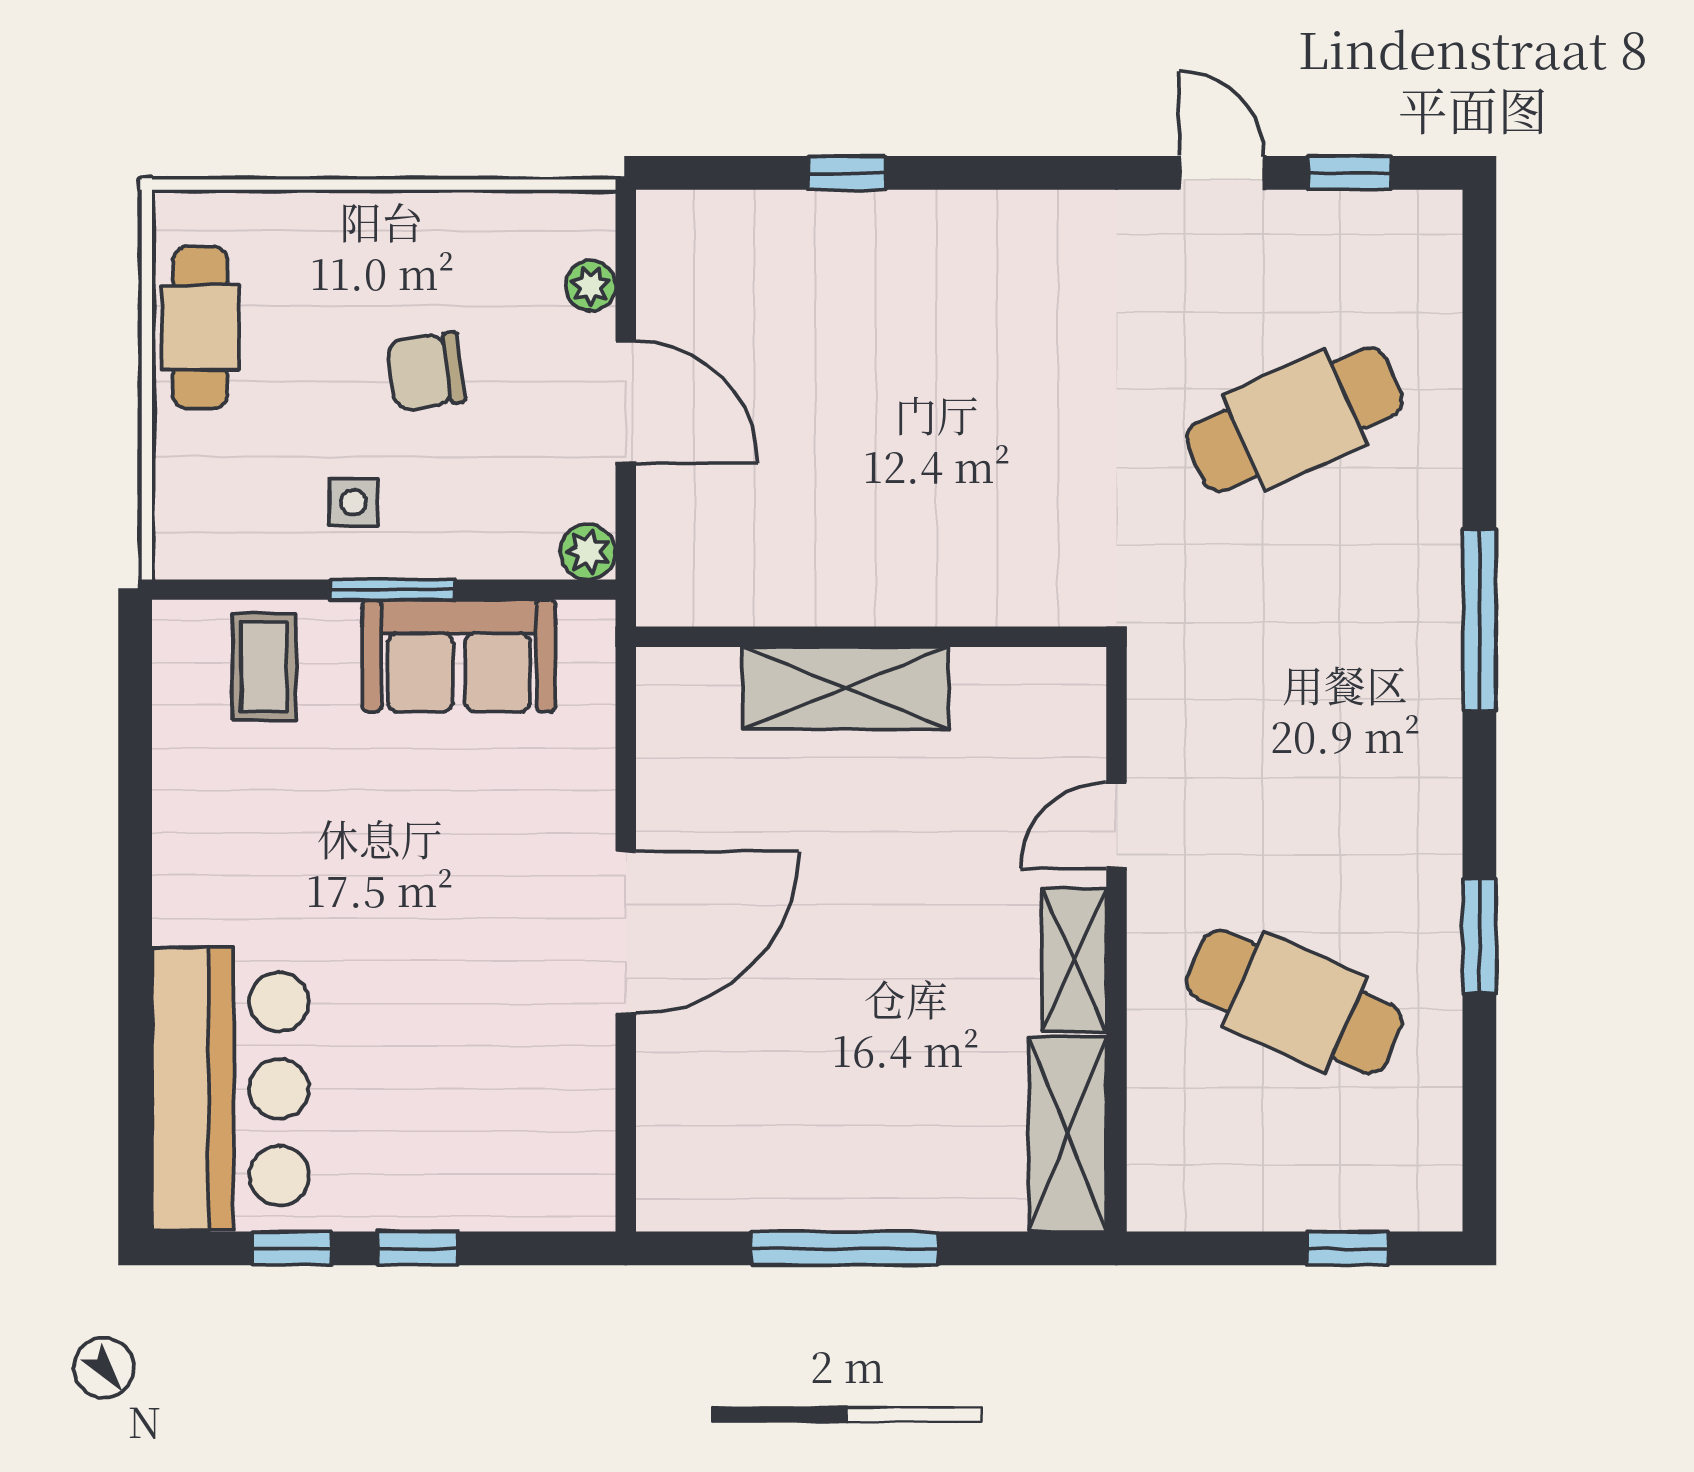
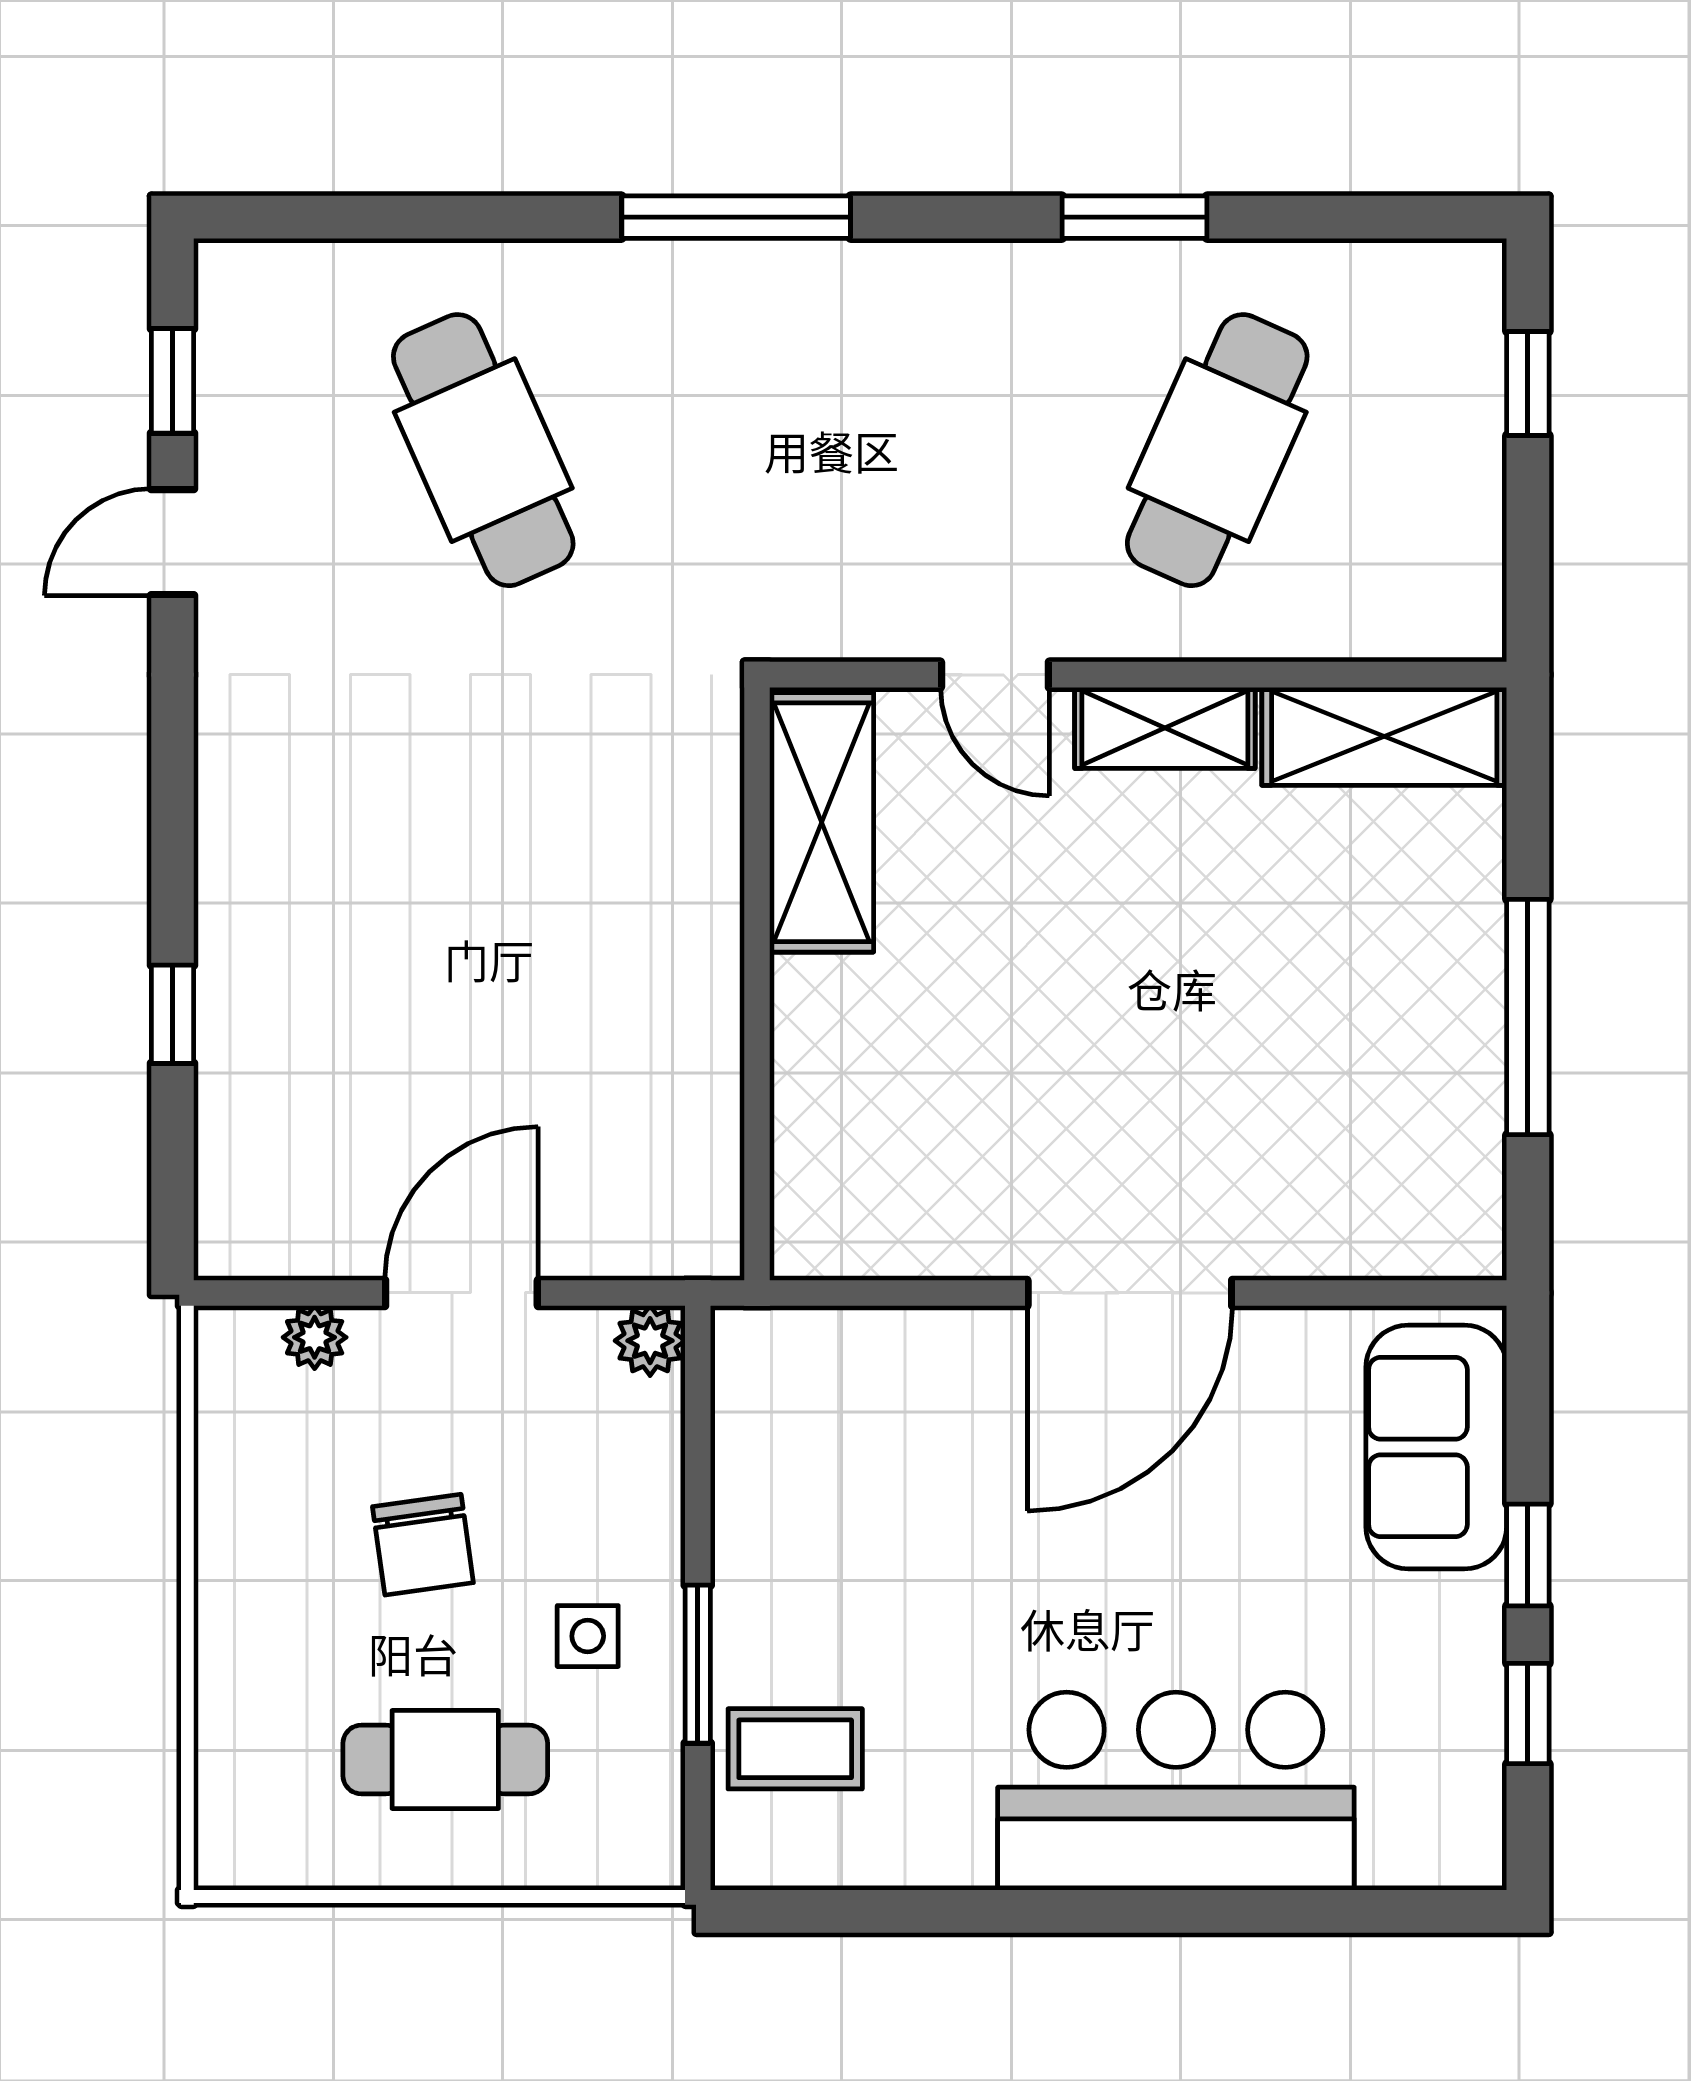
cafe table: (200, 327) -> (445, 1760), moved
window: (392, 590) -> (698, 1664), moved
sofa: (459, 656) -> (1436, 1447), moved, turned 180
shelving: (845, 688) -> (822, 822), moved
door: (626, 932) -> (1130, 1293), swing flipped
bar counter: (230, 1089) -> (1176, 1791), moved

